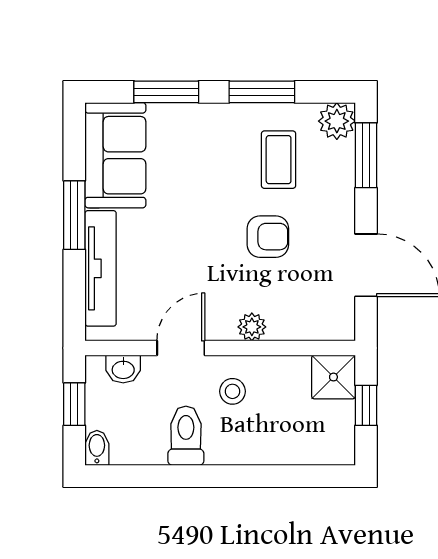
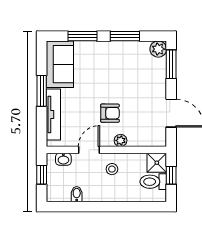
coffee table: (279, 160) -> (132, 66), removed
armchair: (268, 237) -> (110, 113), moved
toilet: (186, 436) -> (153, 182), moved, turned -90
bidet: (97, 448) -> (77, 194), moved

